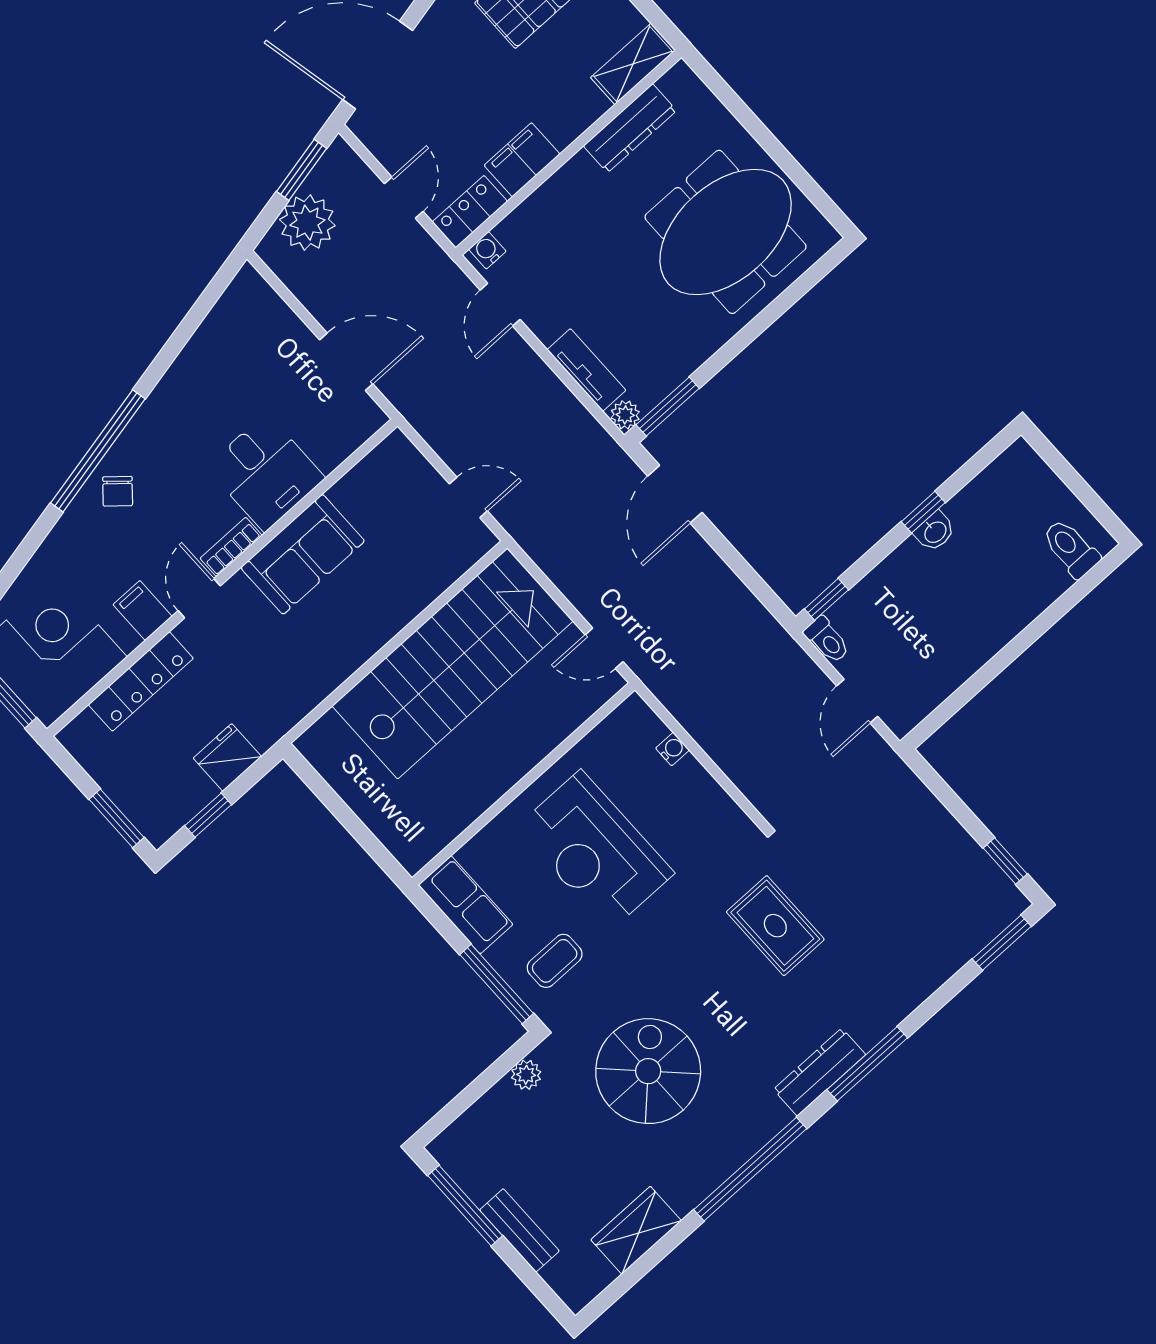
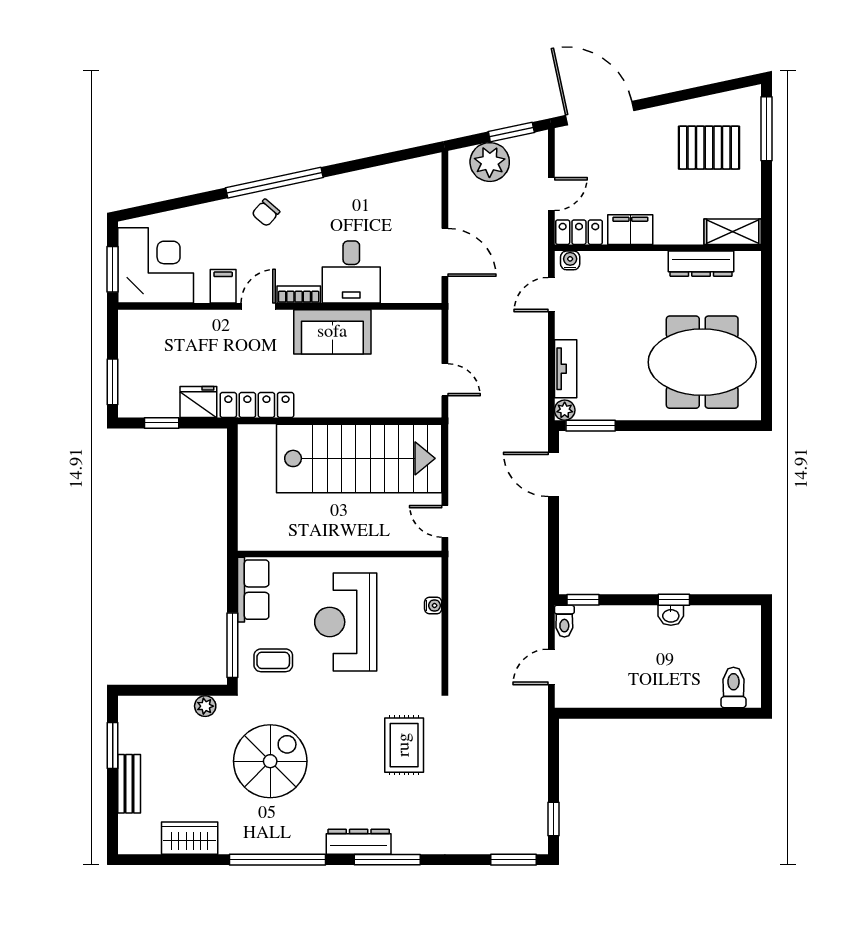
door: (675, 494) -> (553, 474), hinge flipped
locker: (141, 681) -> (257, 405), moved, turned 180
window: (465, 1206) -> (113, 745), width x0.69

